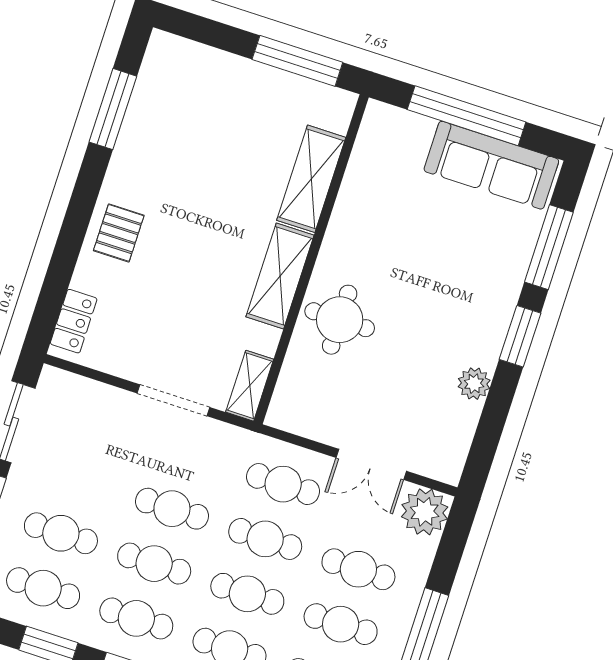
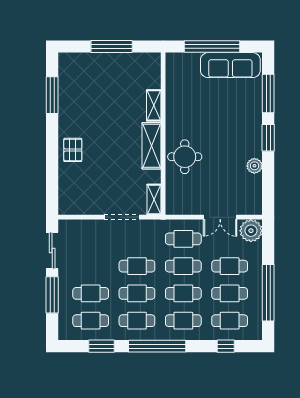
window: (297, 61) -> (112, 46), moved
shelving: (311, 179) -> (154, 105), width x0.67, depth x0.75
locker: (74, 321) -> (65, 196), removed

